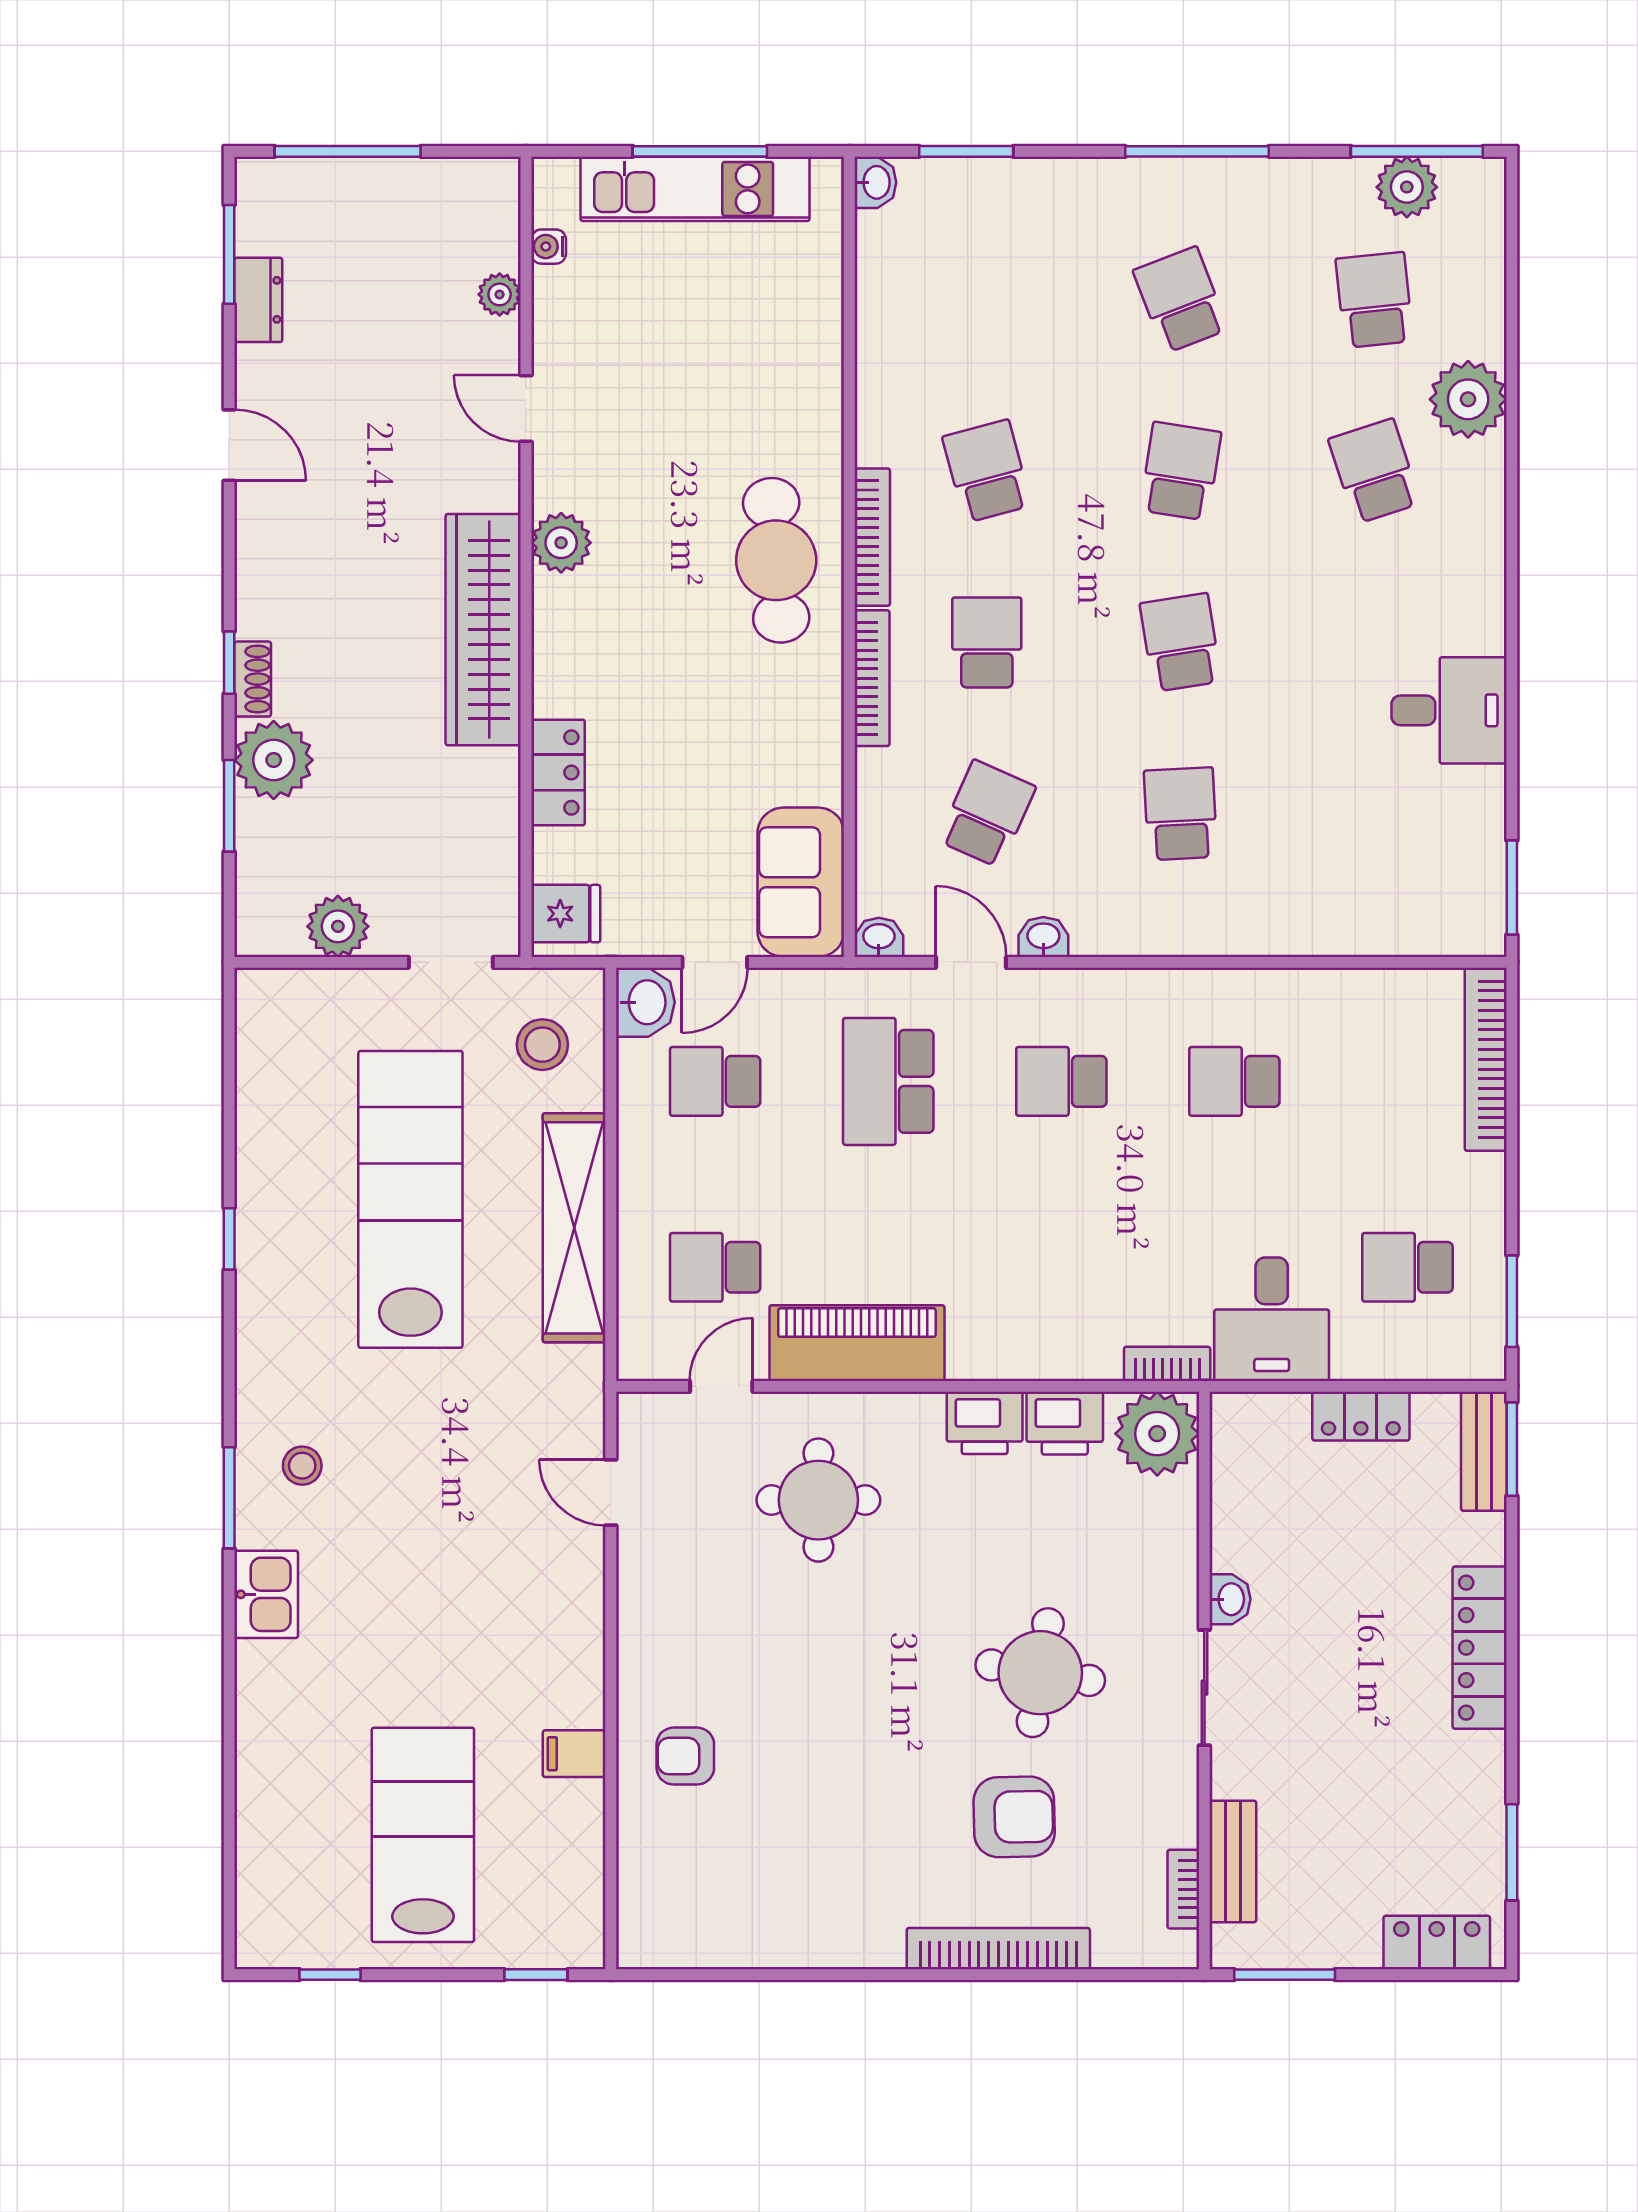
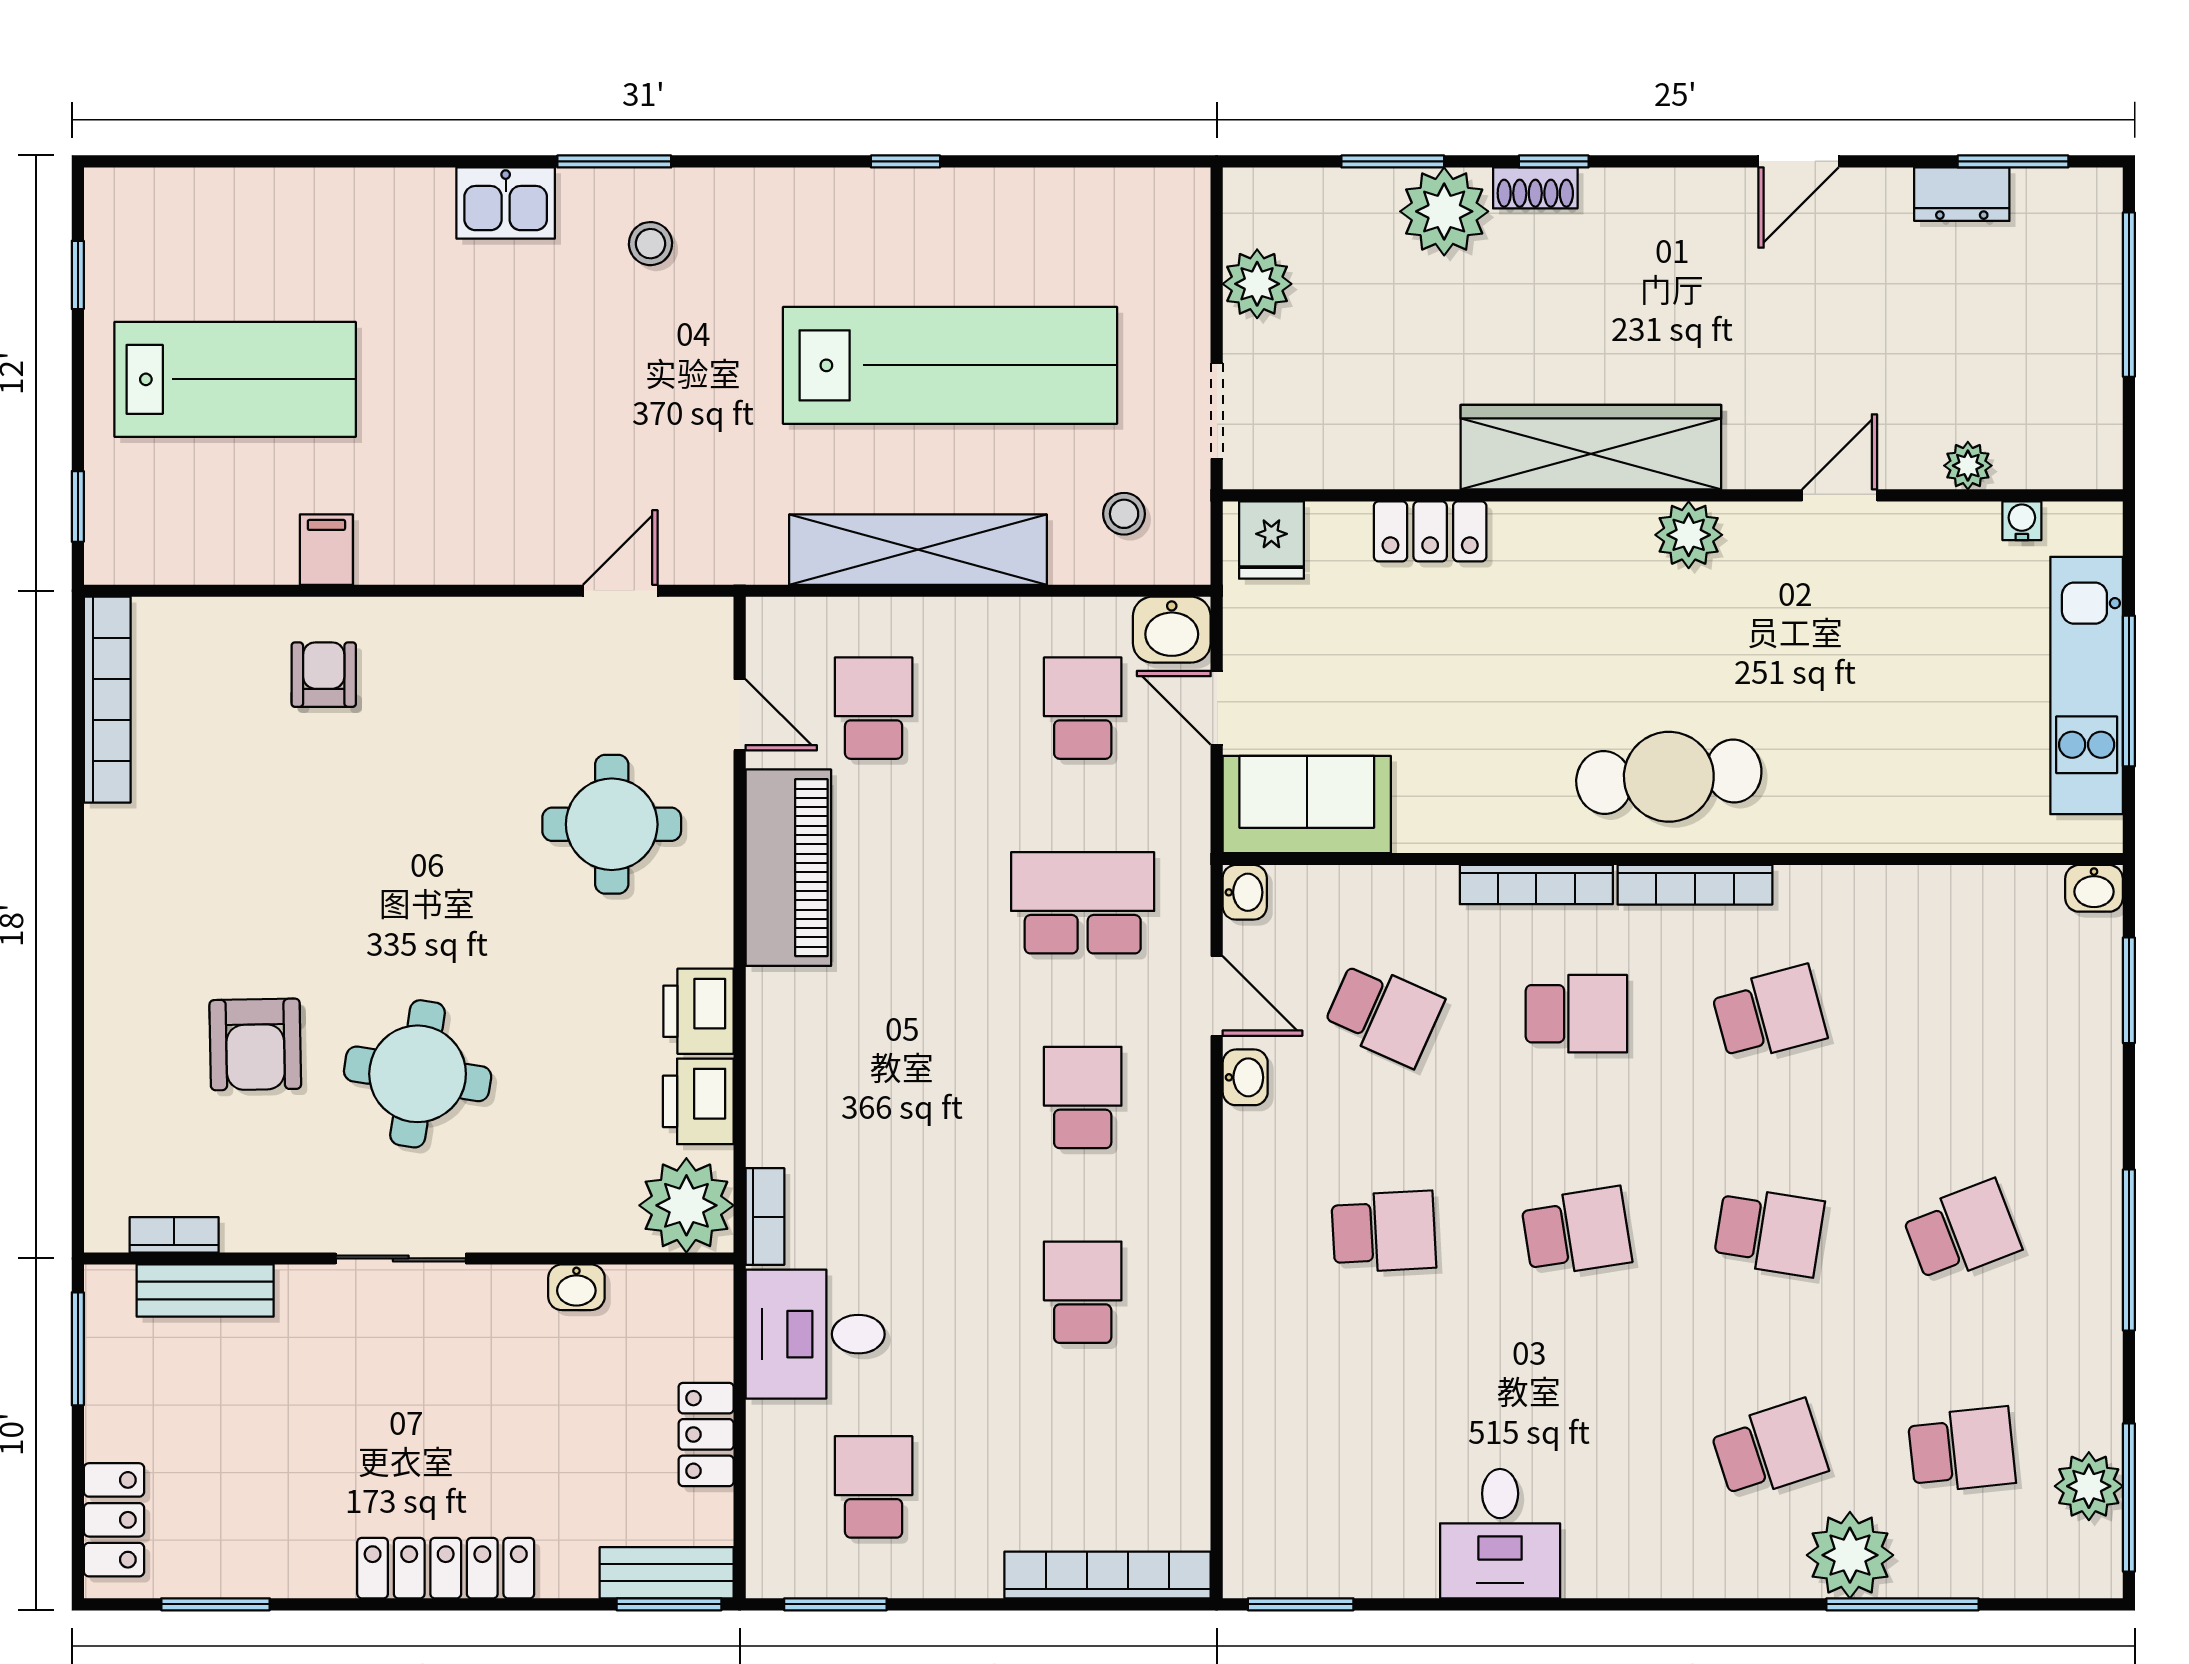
window: (1512, 353) -> (1902, 1604), added
door: (971, 962) -> (1217, 996), hinge flipped
stool: (542, 1045) -> (1124, 514), width x0.73, depth x0.73
washbasin: (1230, 1599) -> (576, 1287), moved
bookcase: (998, 1949) -> (107, 700), moved

